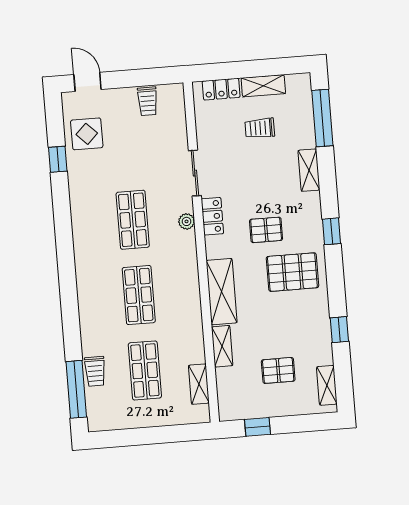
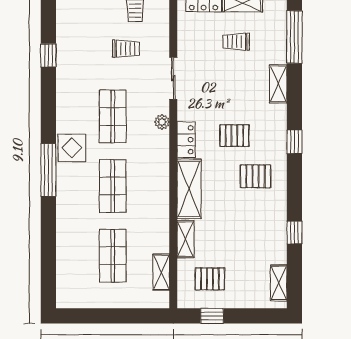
display table: (87, 134) -> (72, 148), moved
locker: (212, 216) -> (186, 140), moved
pallet: (292, 272) -> (256, 176), width x0.67, depth x0.71
pallet: (278, 370) -> (210, 279), moved
trolley: (95, 371) -> (126, 49), moved, turned -90
window: (76, 389) -> (48, 170), moved

